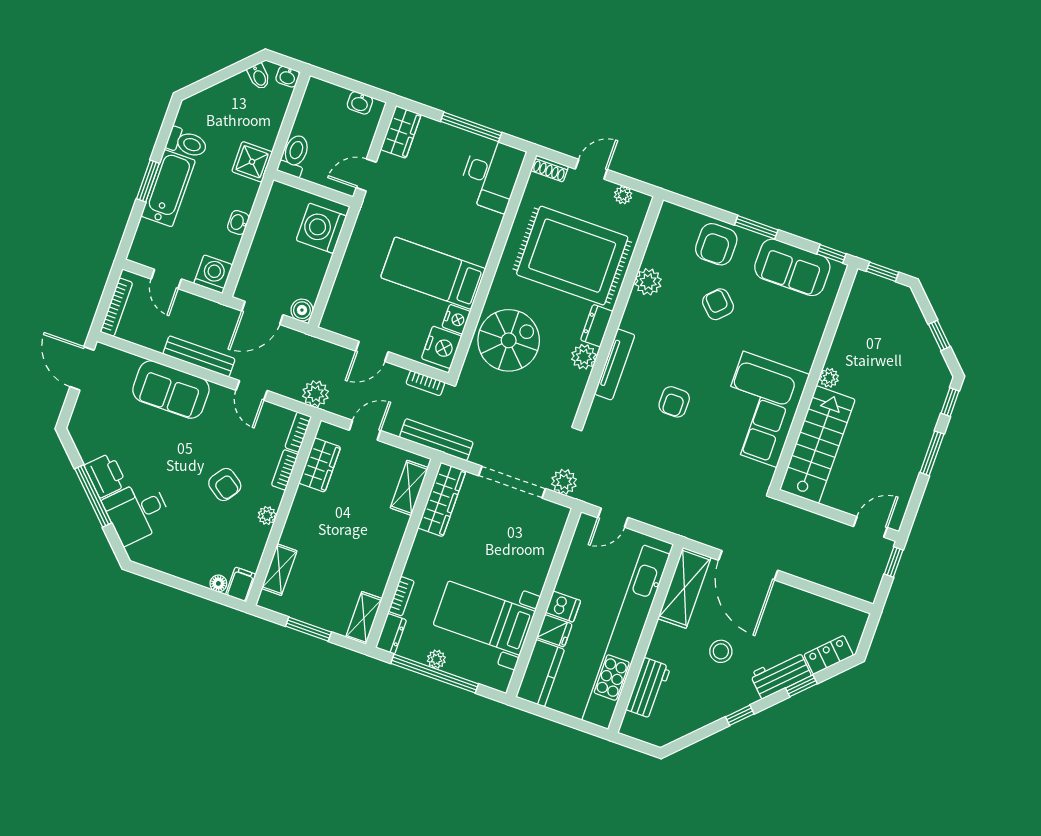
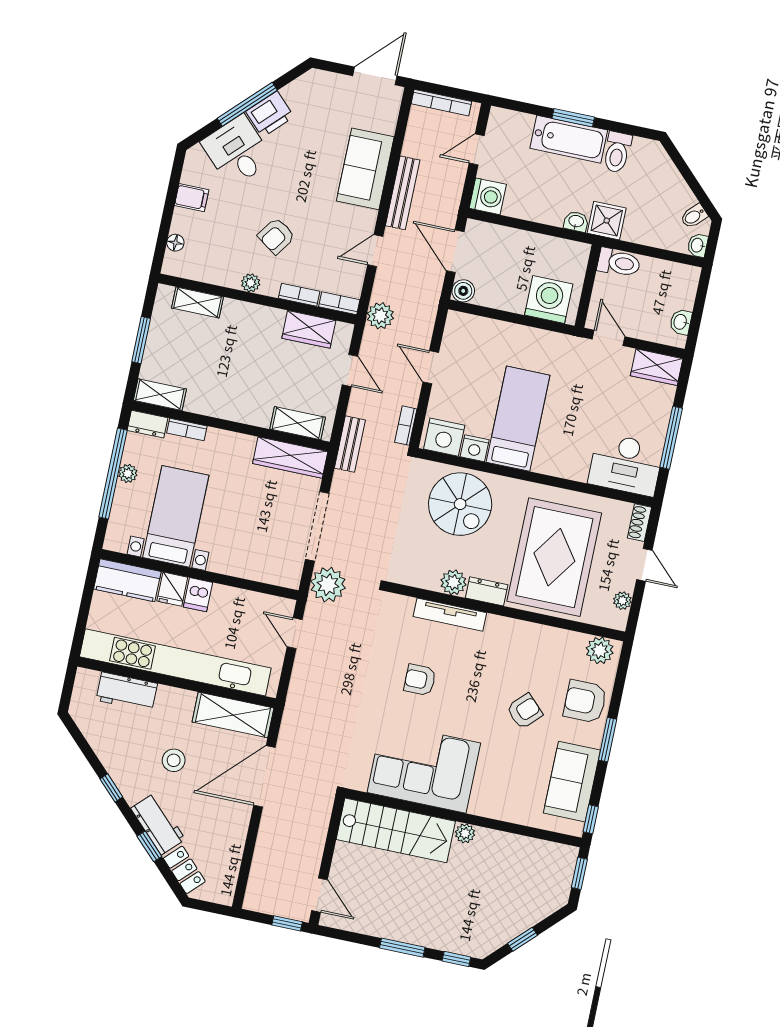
washbasin: (238, 222) -> (576, 222), moved
plant: (648, 282) -> (600, 650), moved
bench: (436, 440) -> (350, 444), width x0.73
plant: (564, 482) -> (328, 585), width x1.36, depth x1.36
filing cabinet: (241, 584) -> (192, 198), moved

